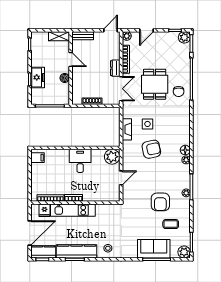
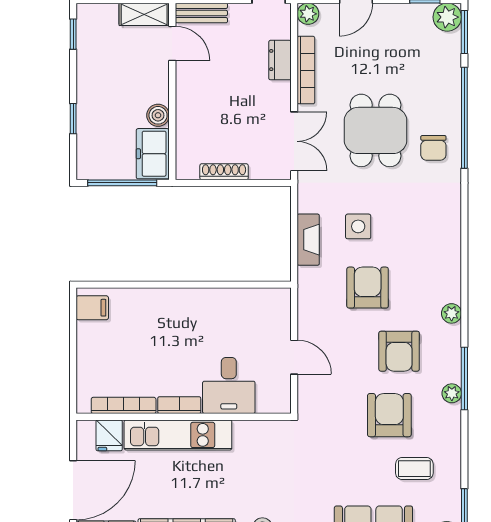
door: (71, 60) -> (172, 43), moved
dresser: (115, 68) -> (280, 60), moved
freezer: (38, 77) -> (153, 154), moved, turned 180
armchair: (151, 149) -> (368, 288), turned -78
floor lamp: (185, 150) -> (450, 290), removed
plant: (112, 157) -> (273, 306), removed
desk: (80, 161) -> (229, 386), moved, turned 180
armchair: (164, 175) -> (399, 351), added
door: (121, 178) -> (294, 357), hinge flipped
armchair: (160, 202) -> (389, 415), turned 180

